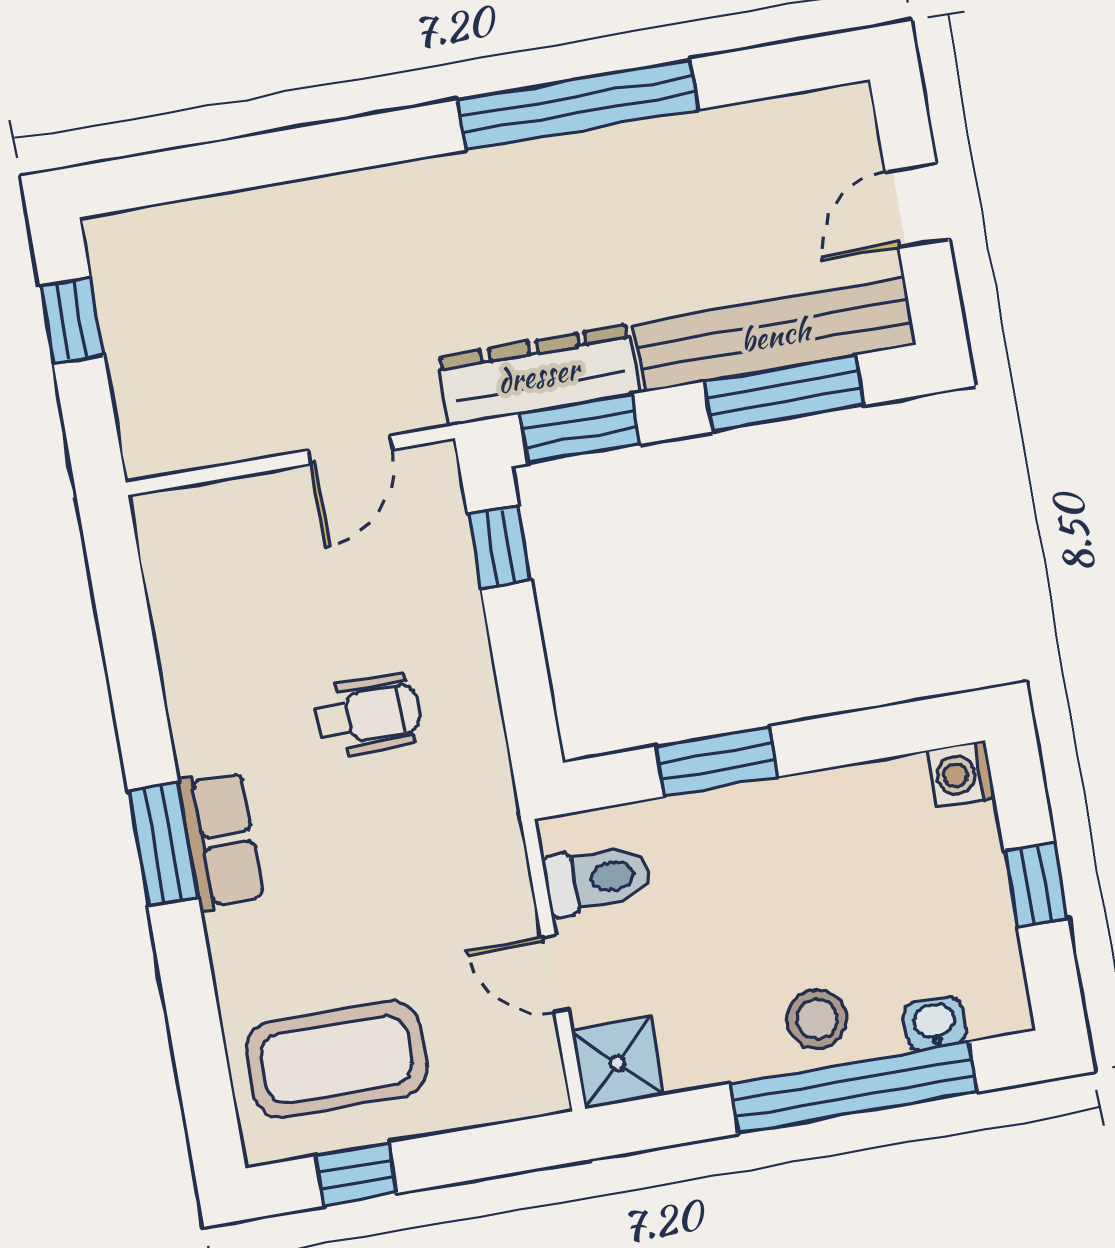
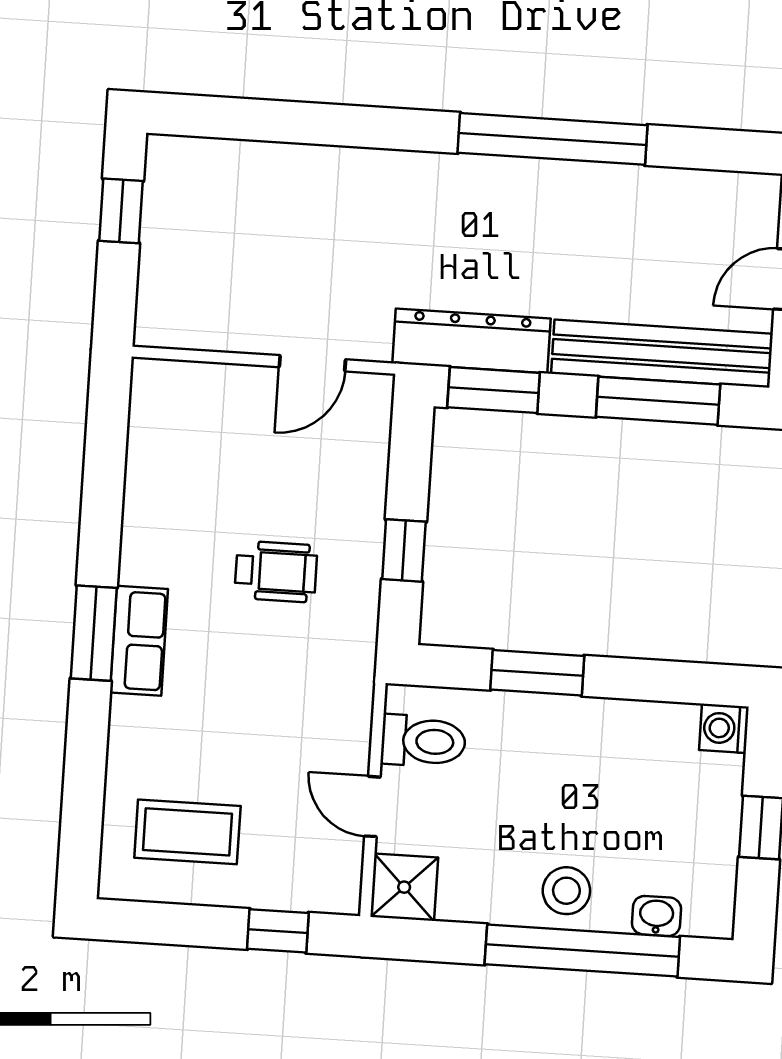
window: (500, 547) -> (404, 550), moved
coffee table: (336, 1059) -> (187, 832), width x0.73, depth x0.76
window: (356, 1175) -> (278, 931), moved

